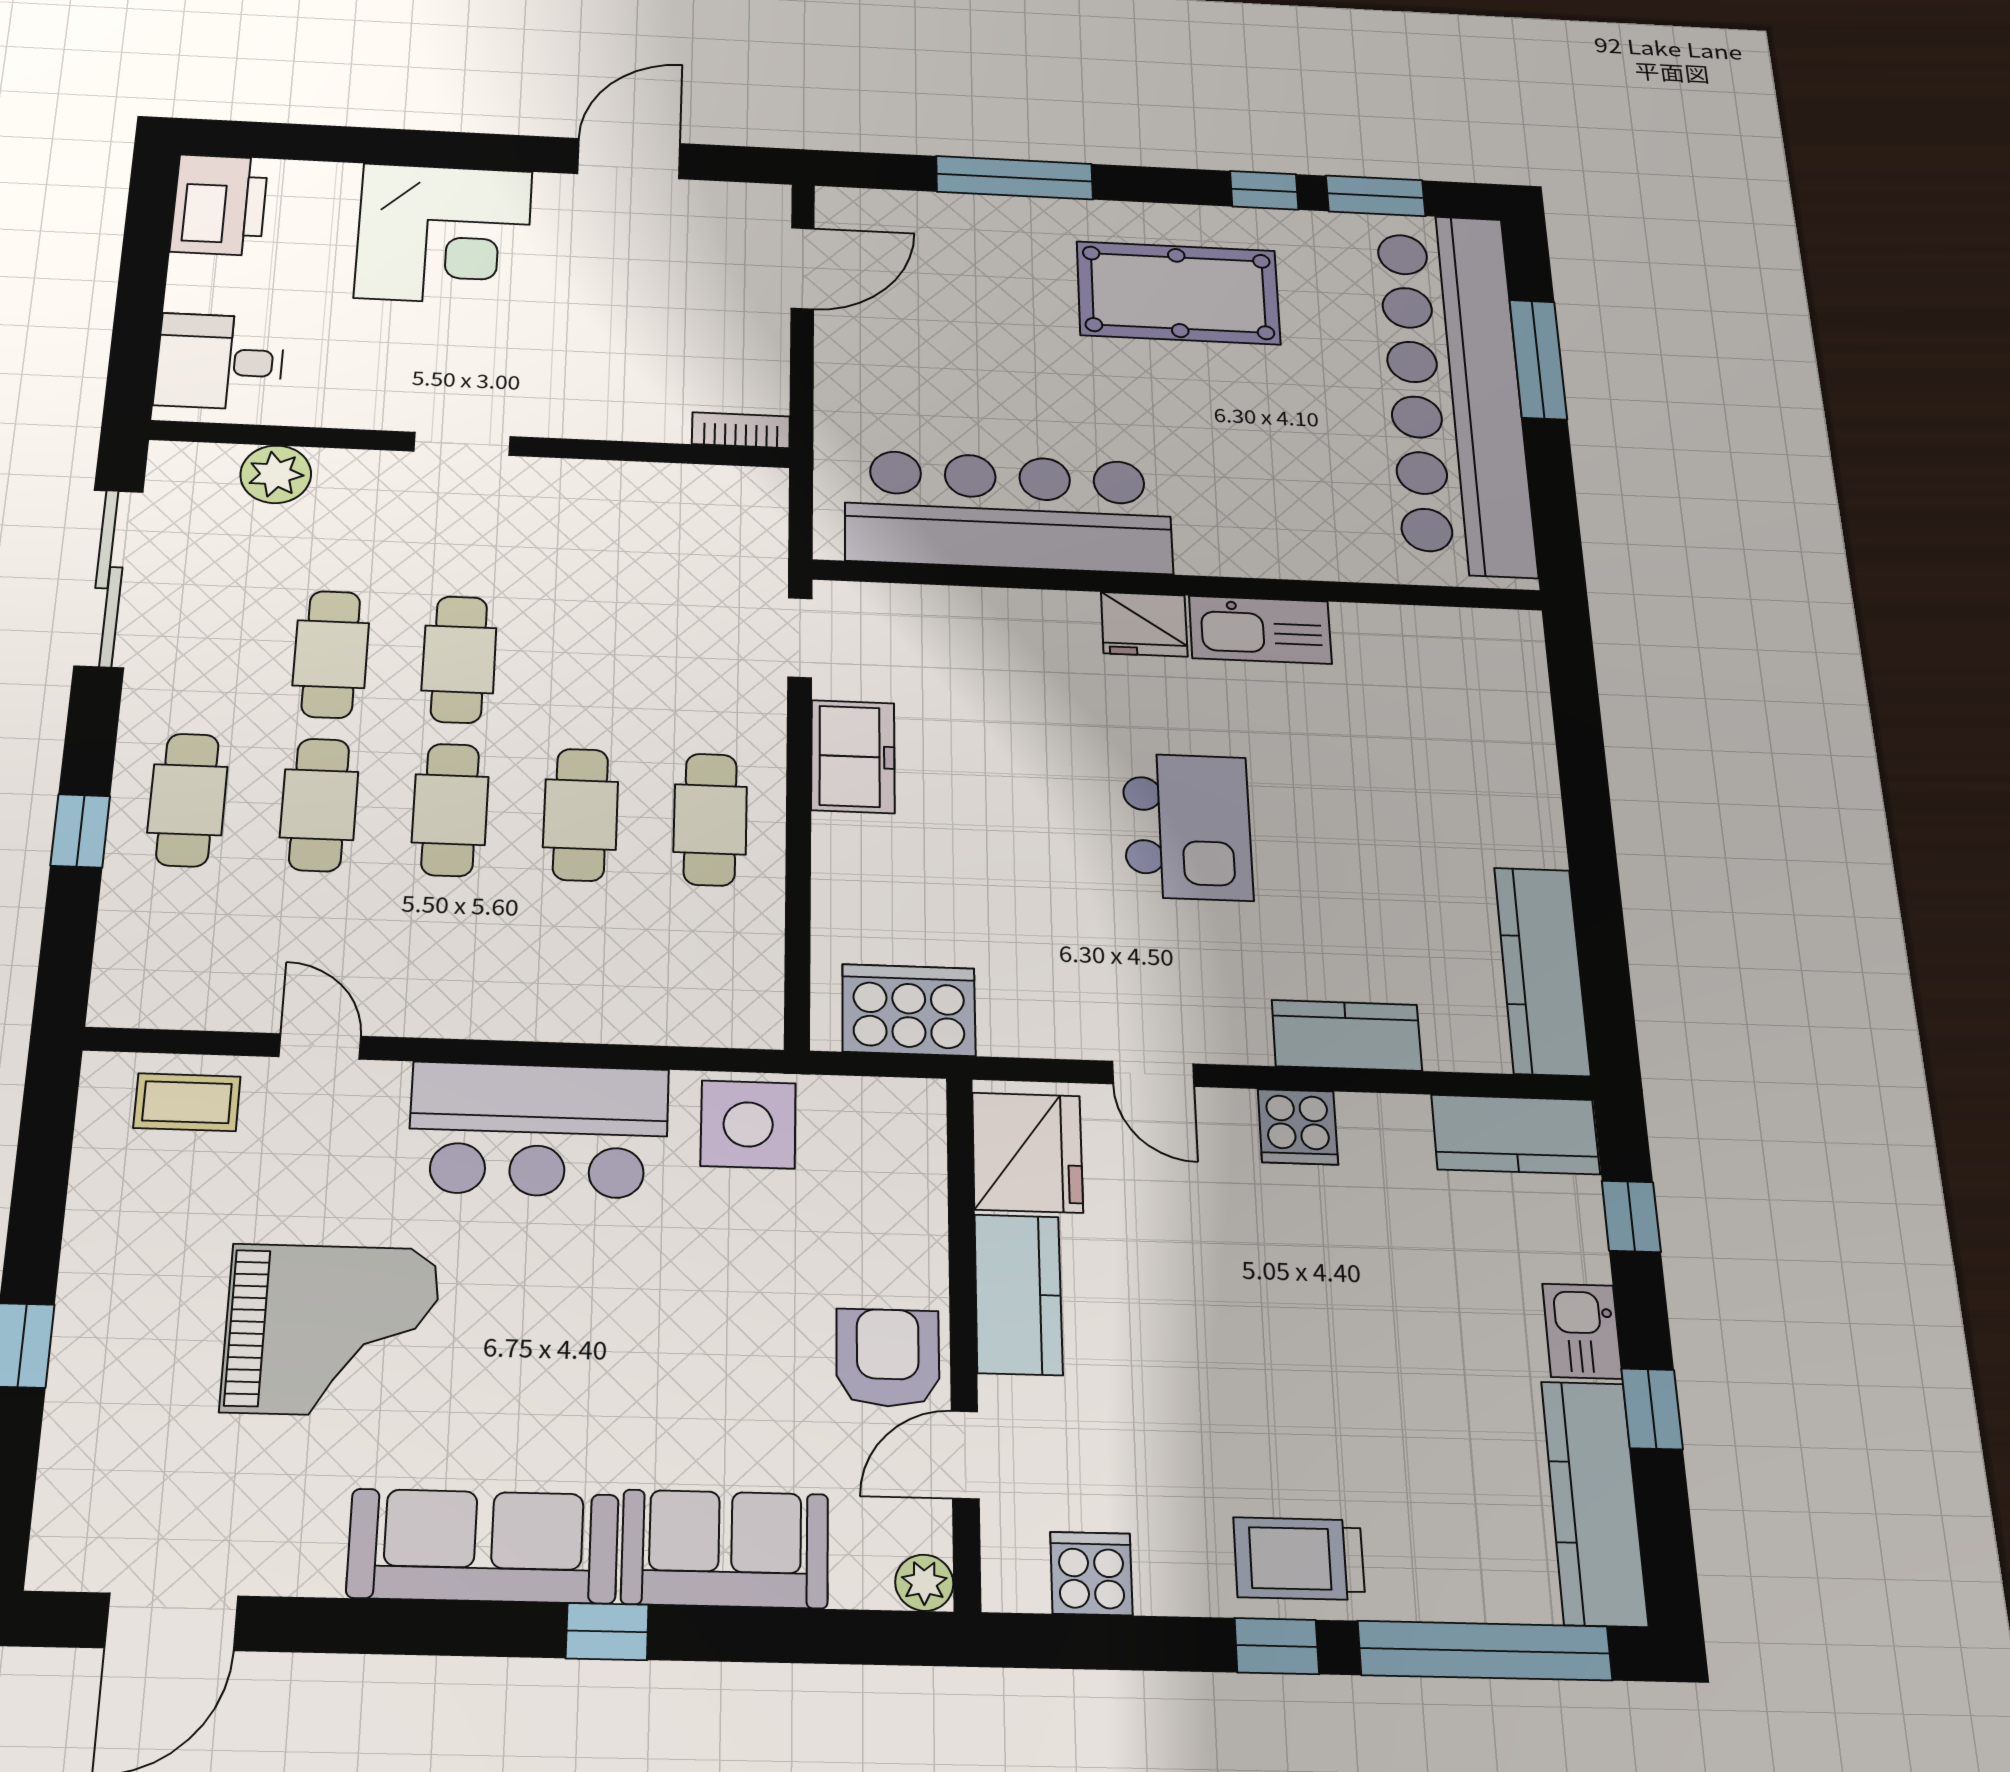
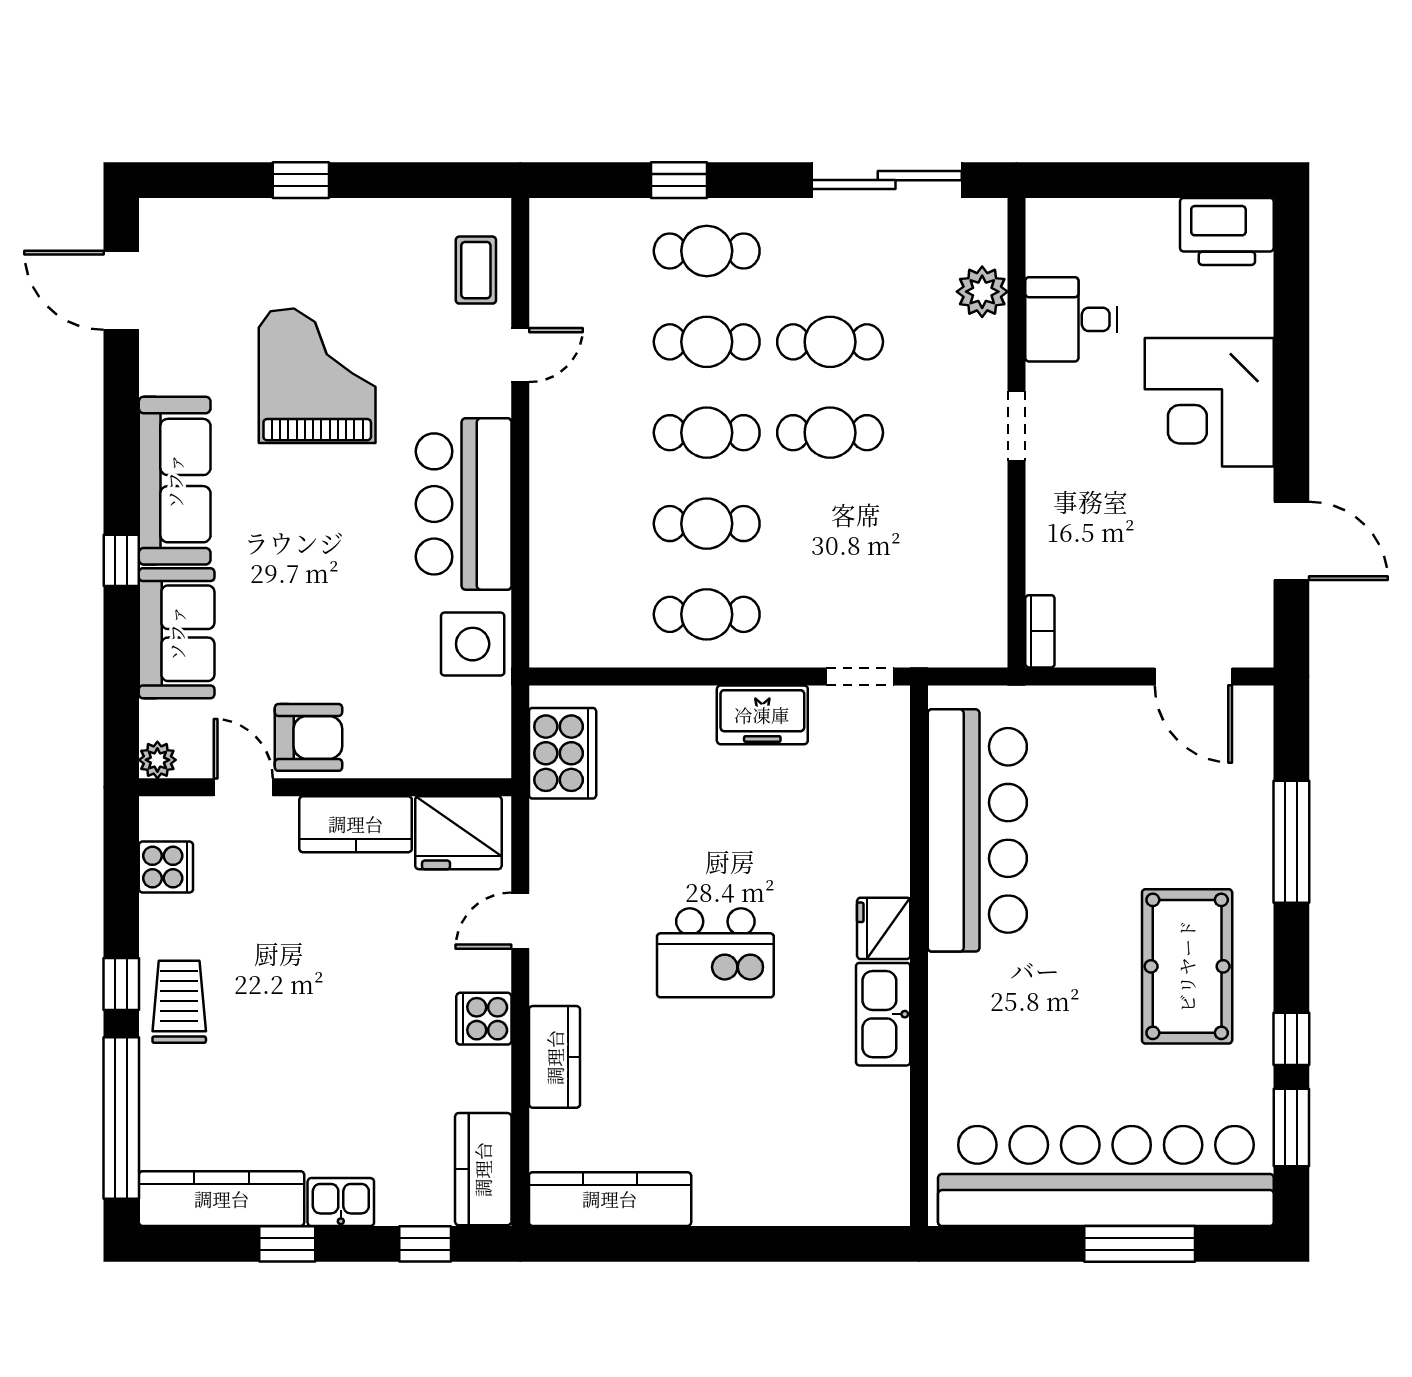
desk: (220, 362) -> (1071, 319), moved, turned -90
grand piano: (331, 1330) -> (317, 376), turned 180

